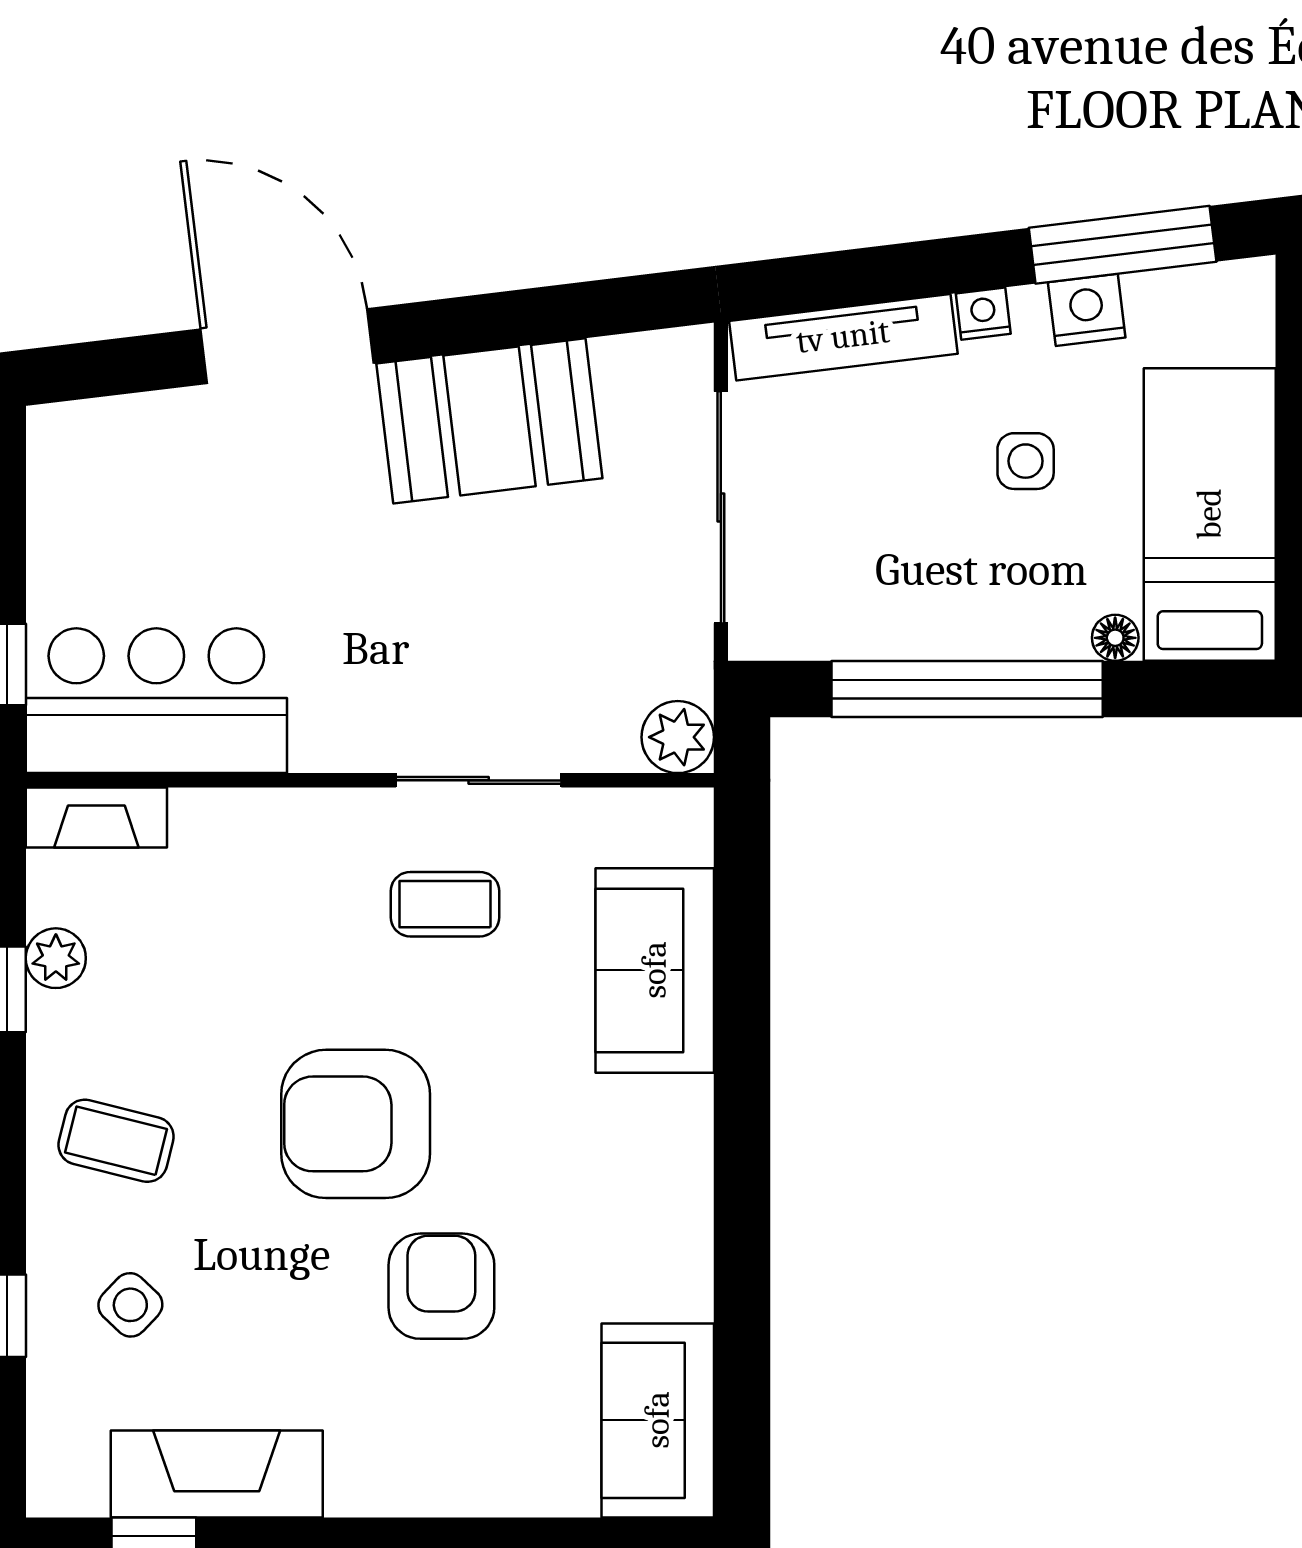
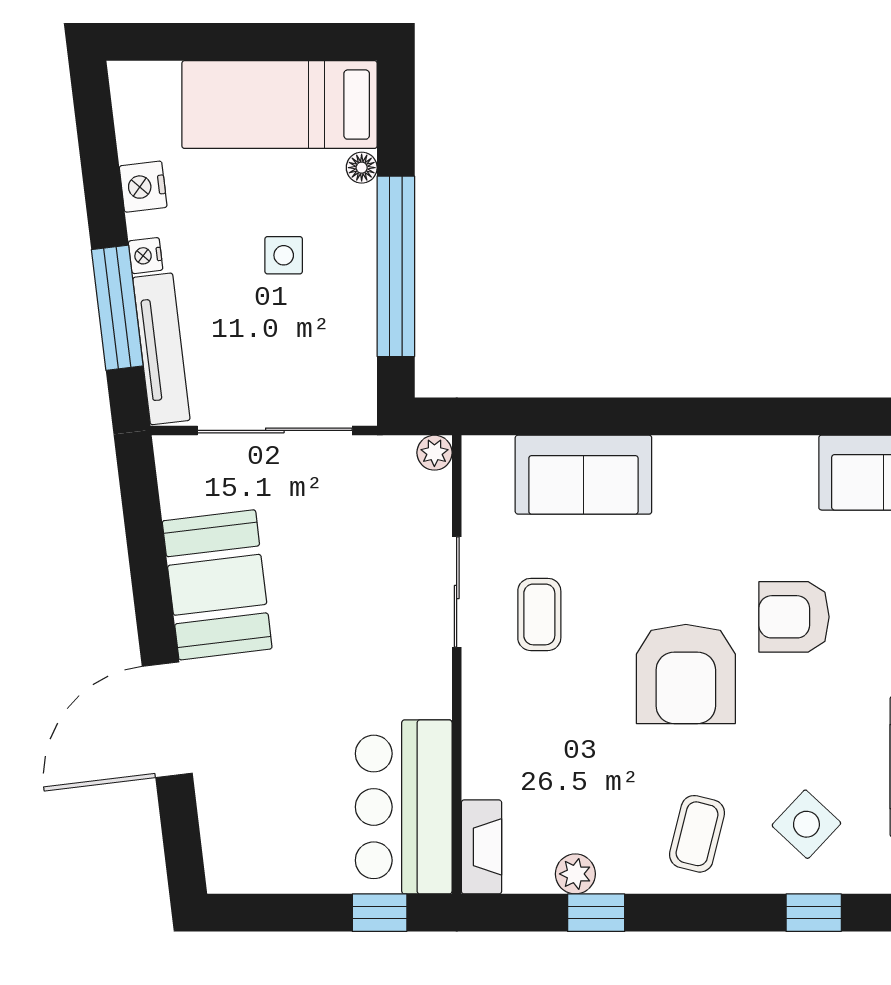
window: (1123, 245) -> (117, 308), moved
side table: (1026, 461) -> (284, 255), moved
plant: (678, 737) -> (434, 453), width x0.73, depth x0.73
side table: (130, 1305) -> (806, 824), width x1.37, depth x1.37

